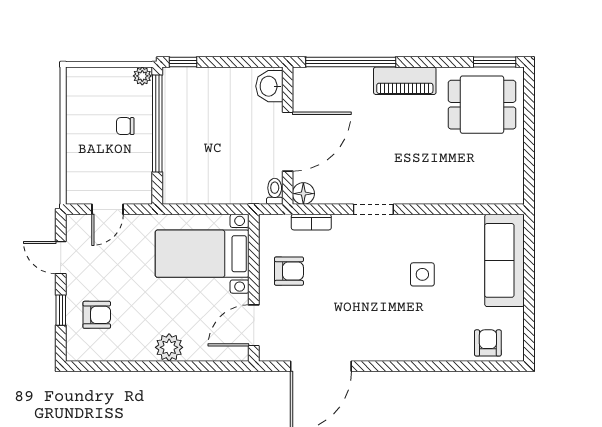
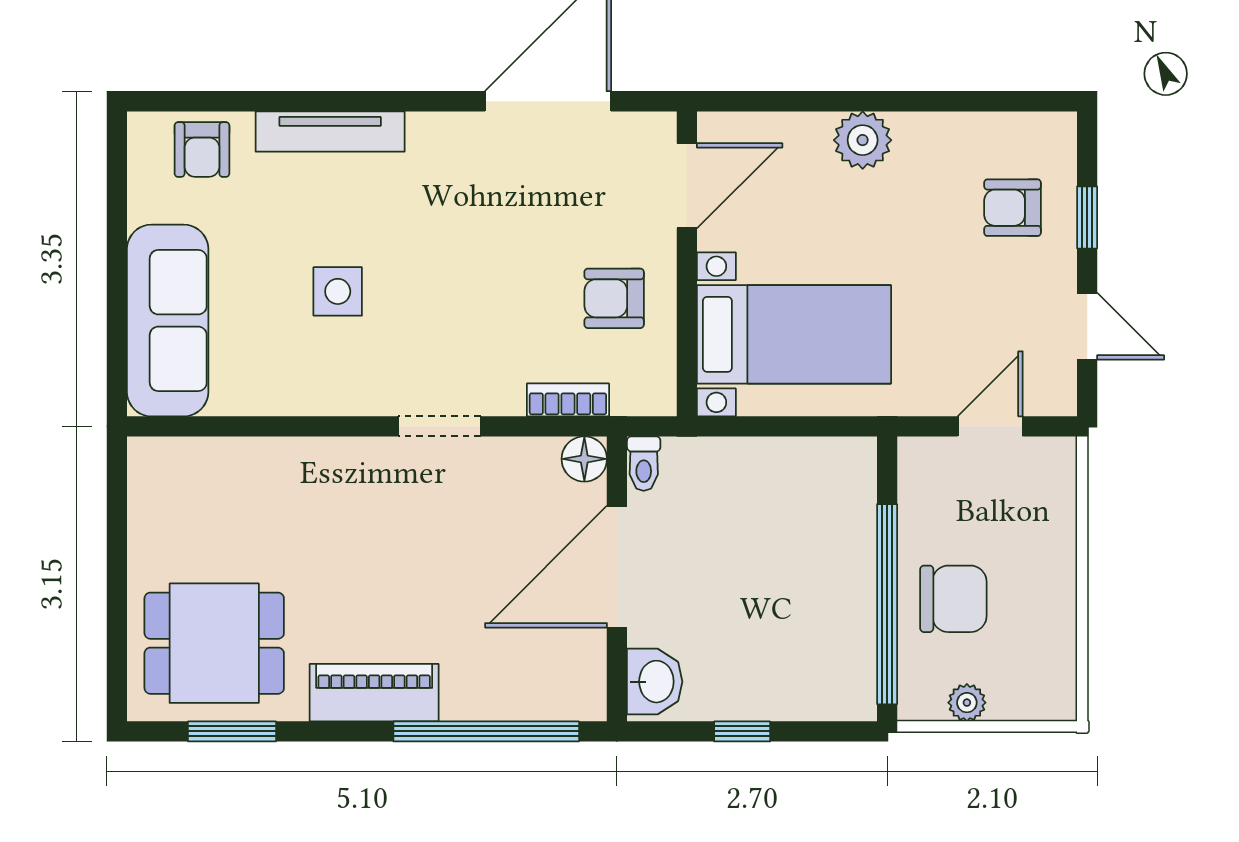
window: (183, 62) -> (742, 731), moved
window: (495, 62) -> (232, 731), moved
plant: (142, 76) -> (967, 703), moved
chair: (125, 126) -> (953, 599), width x1.87, depth x1.87
tv unit: (426, 352) -> (330, 131), added

